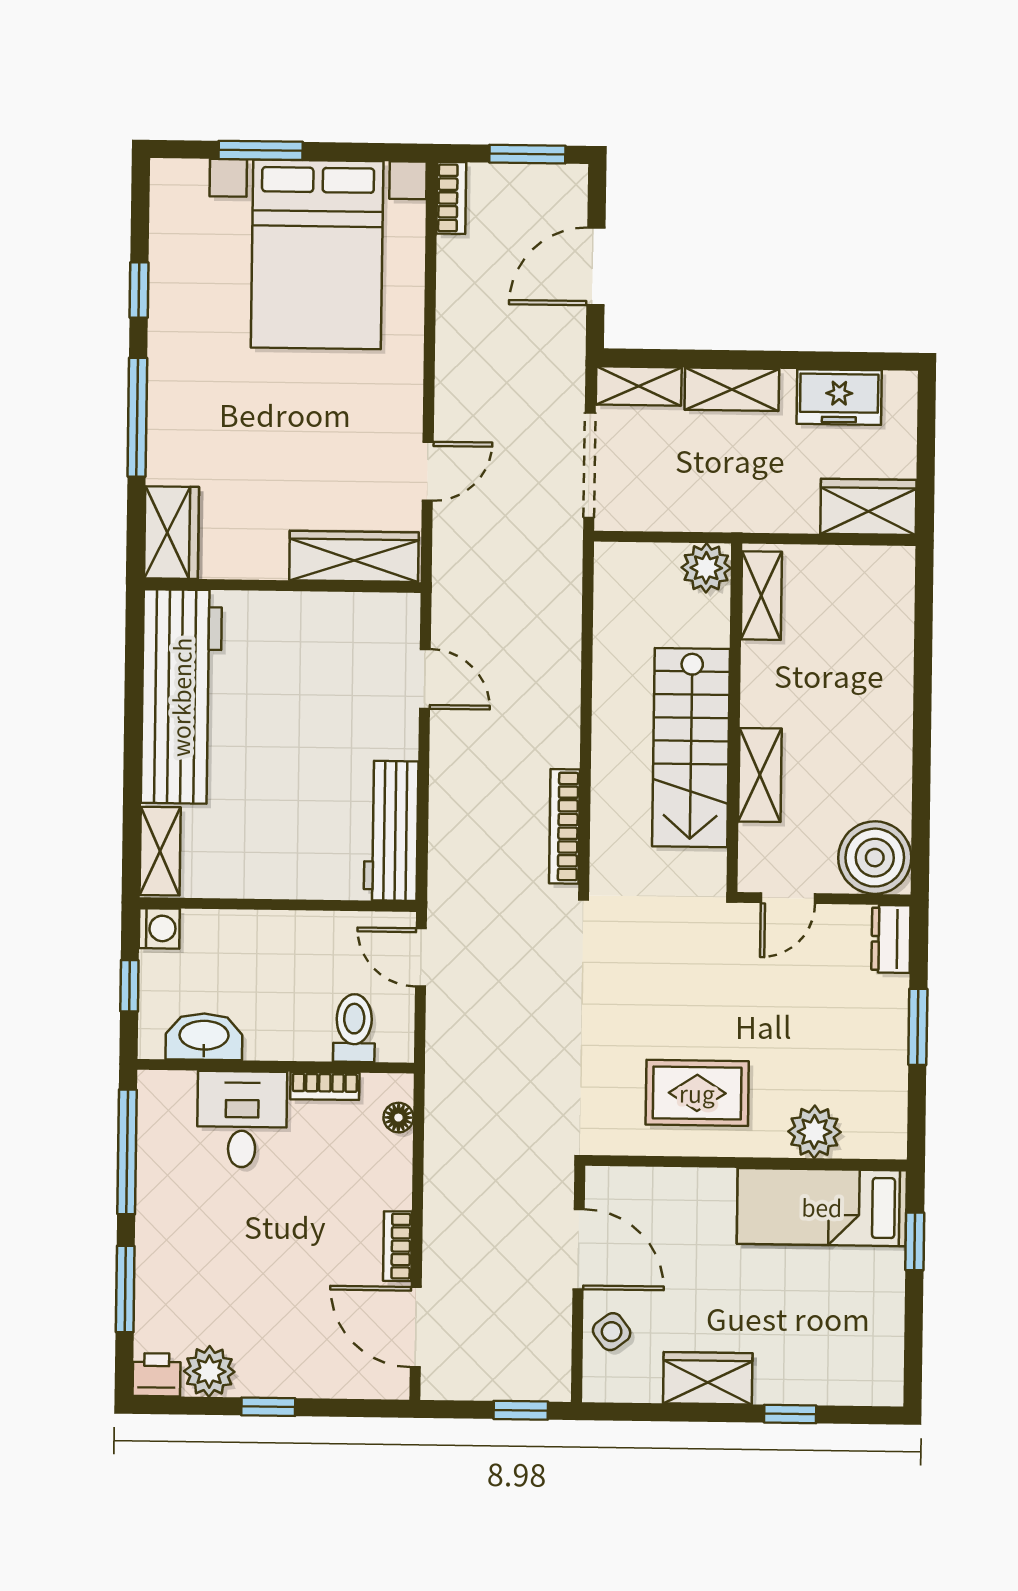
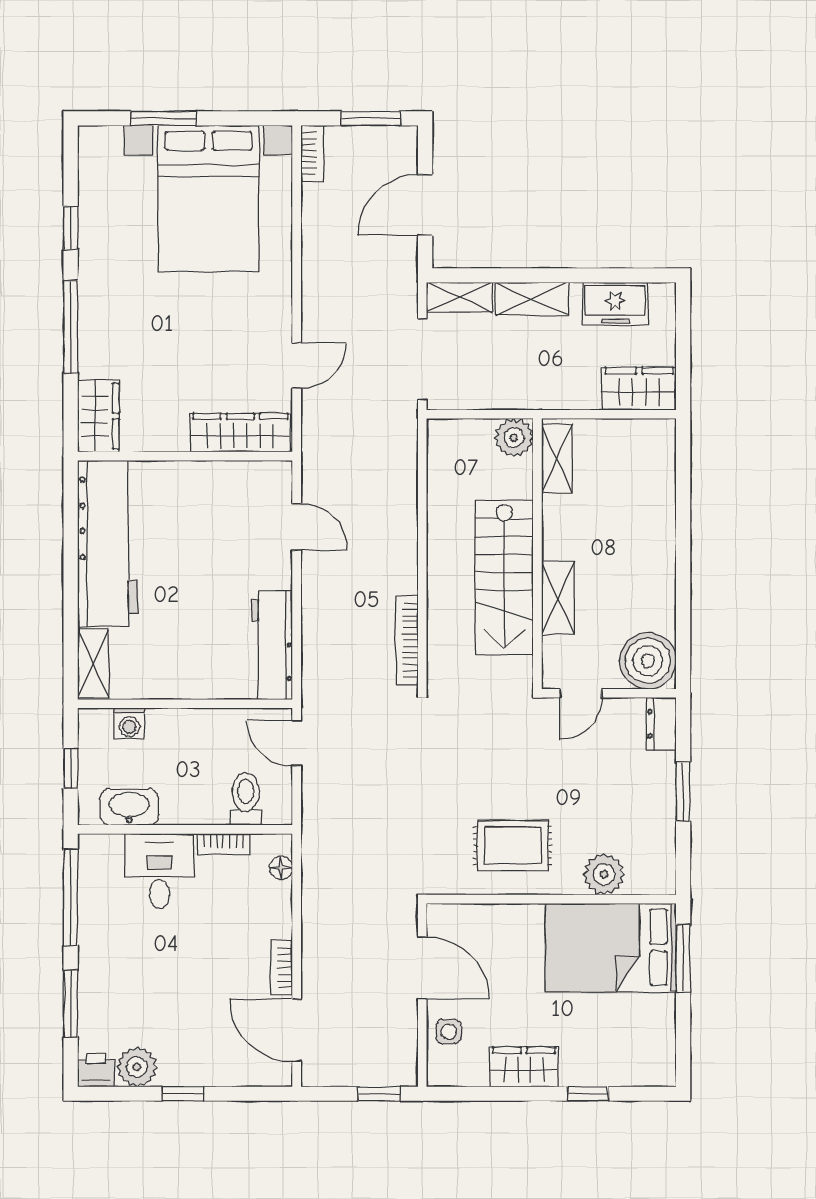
washing machine: (159, 928) -> (129, 724), moved, turned 90
bed: (822, 1207) -> (611, 948), width x1.50
window: (915, 1241) -> (683, 958), width x1.50
side table: (612, 1332) -> (449, 1032), turned 37

